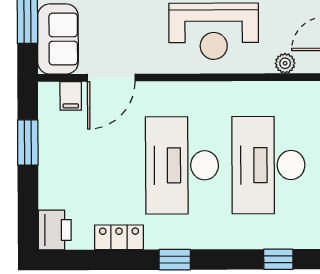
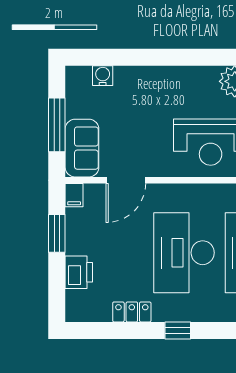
filing cabinet: (71, 96) -> (74, 195), moved
printer: (55, 230) -> (79, 272), moved

